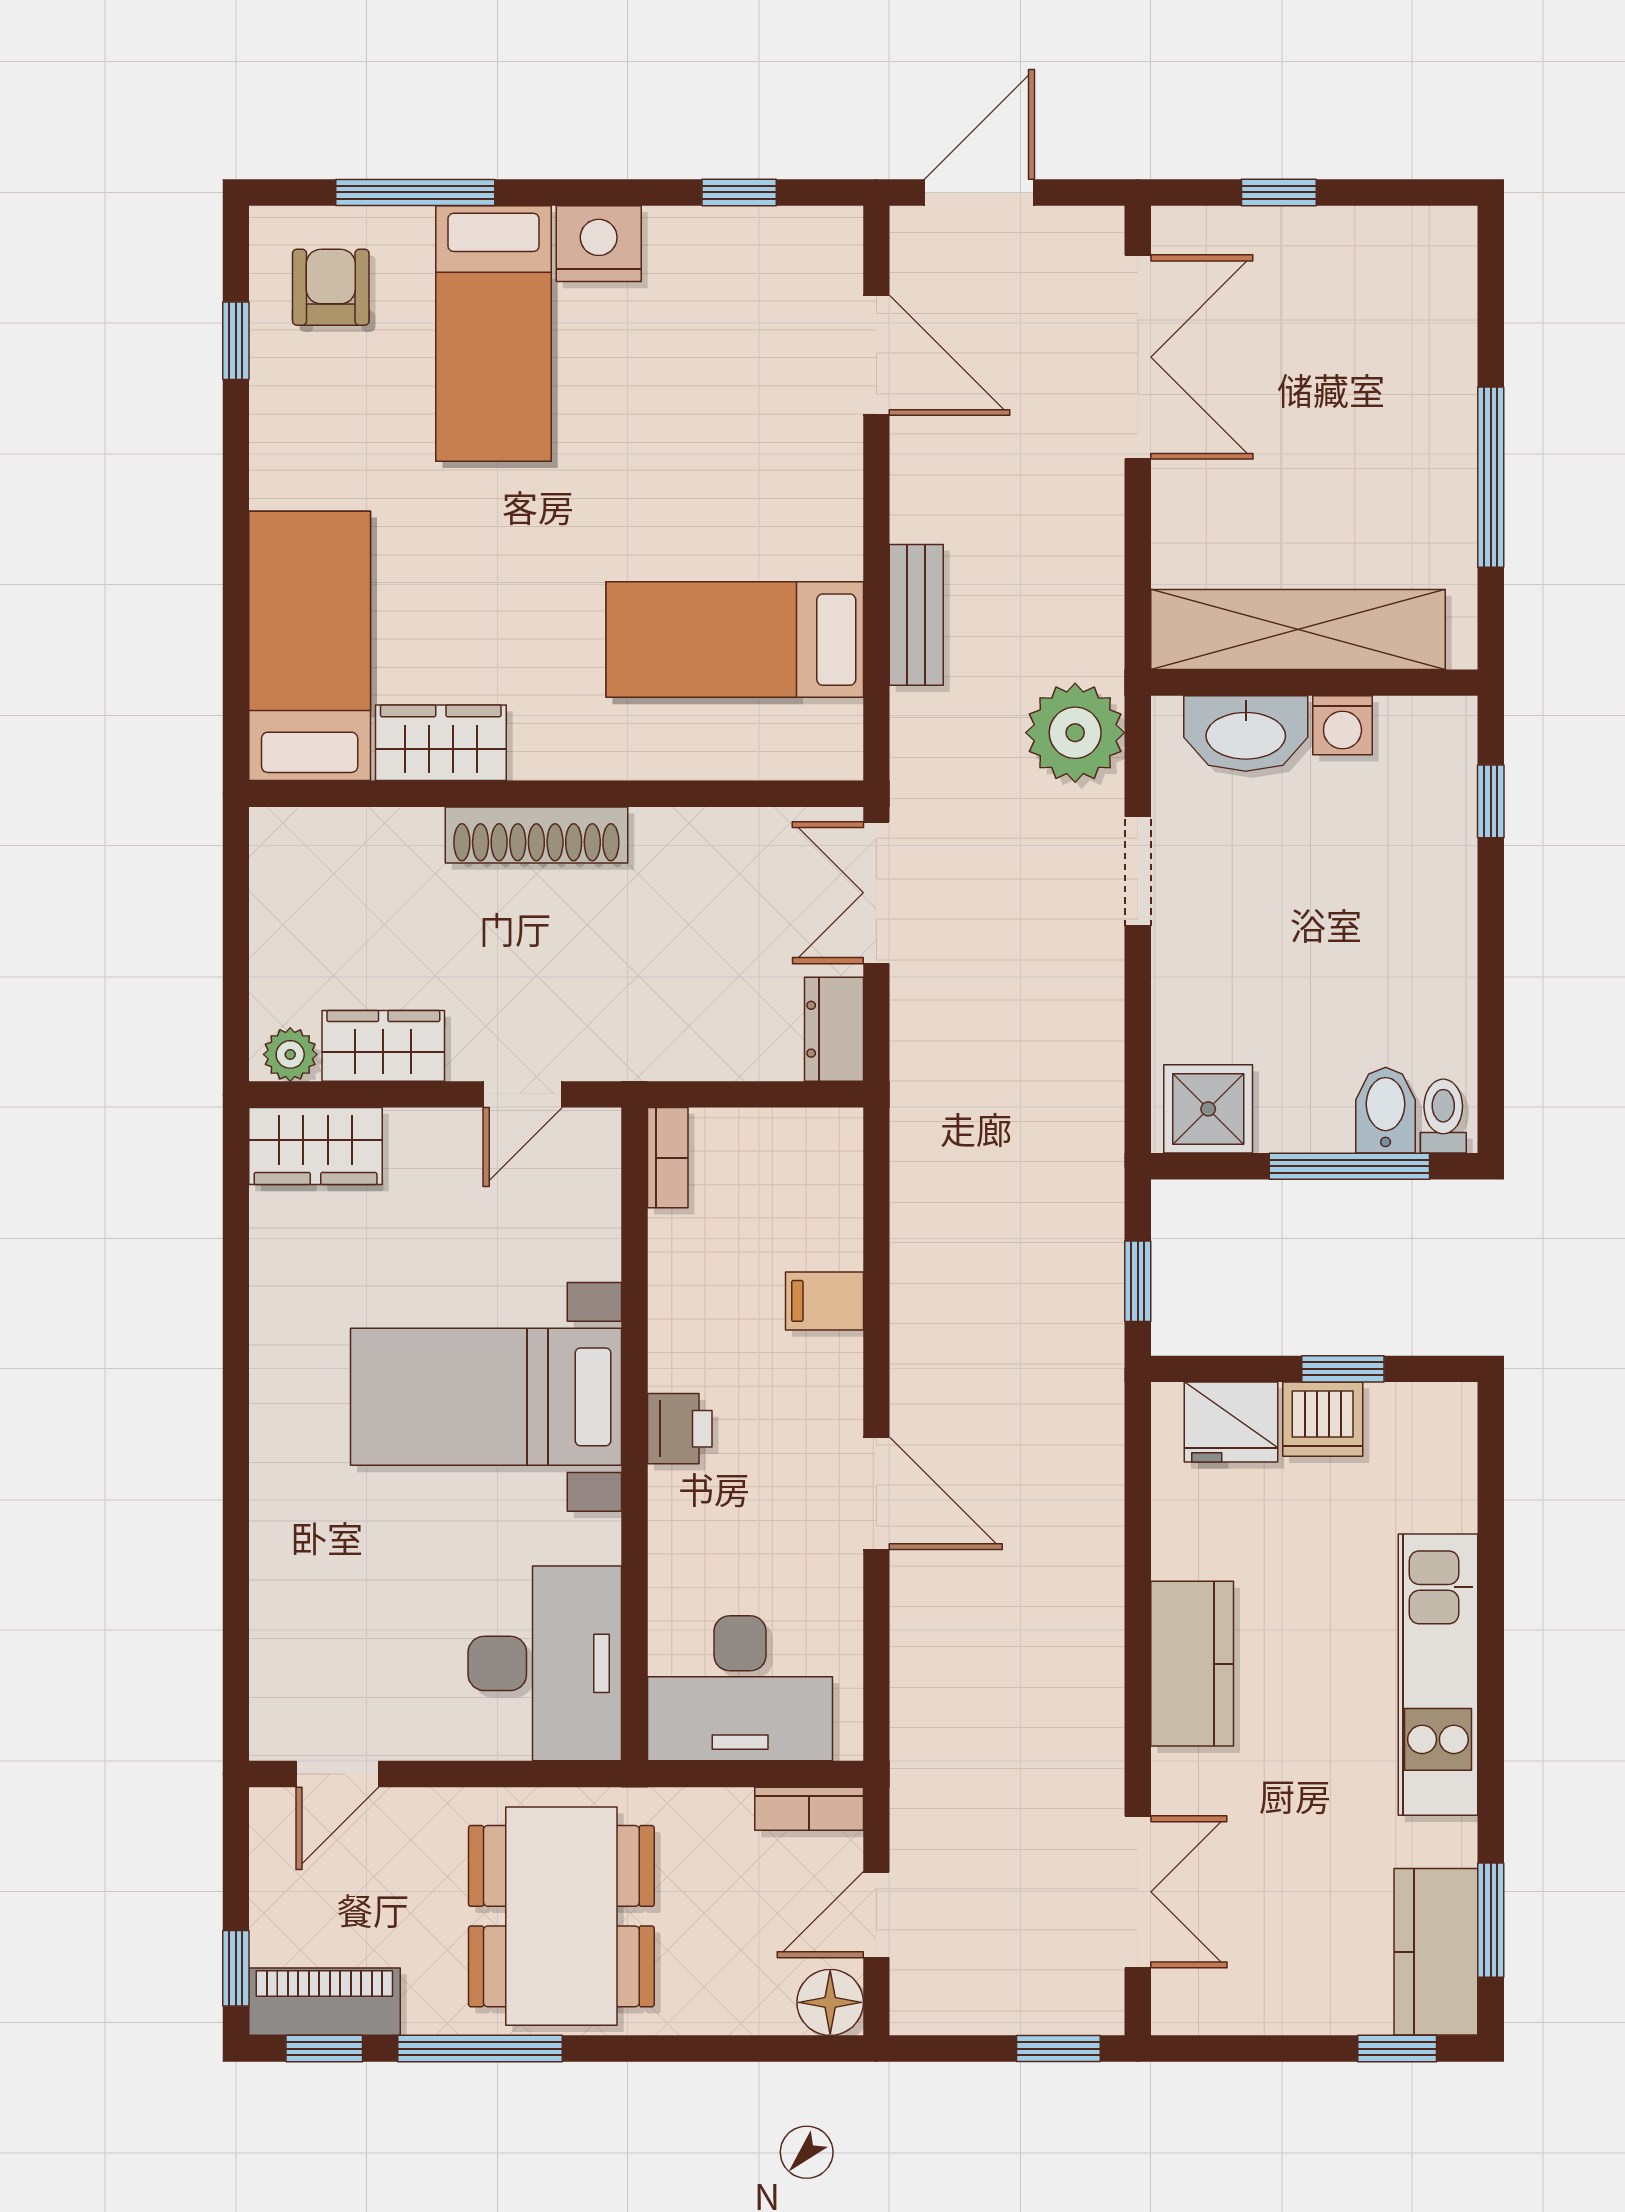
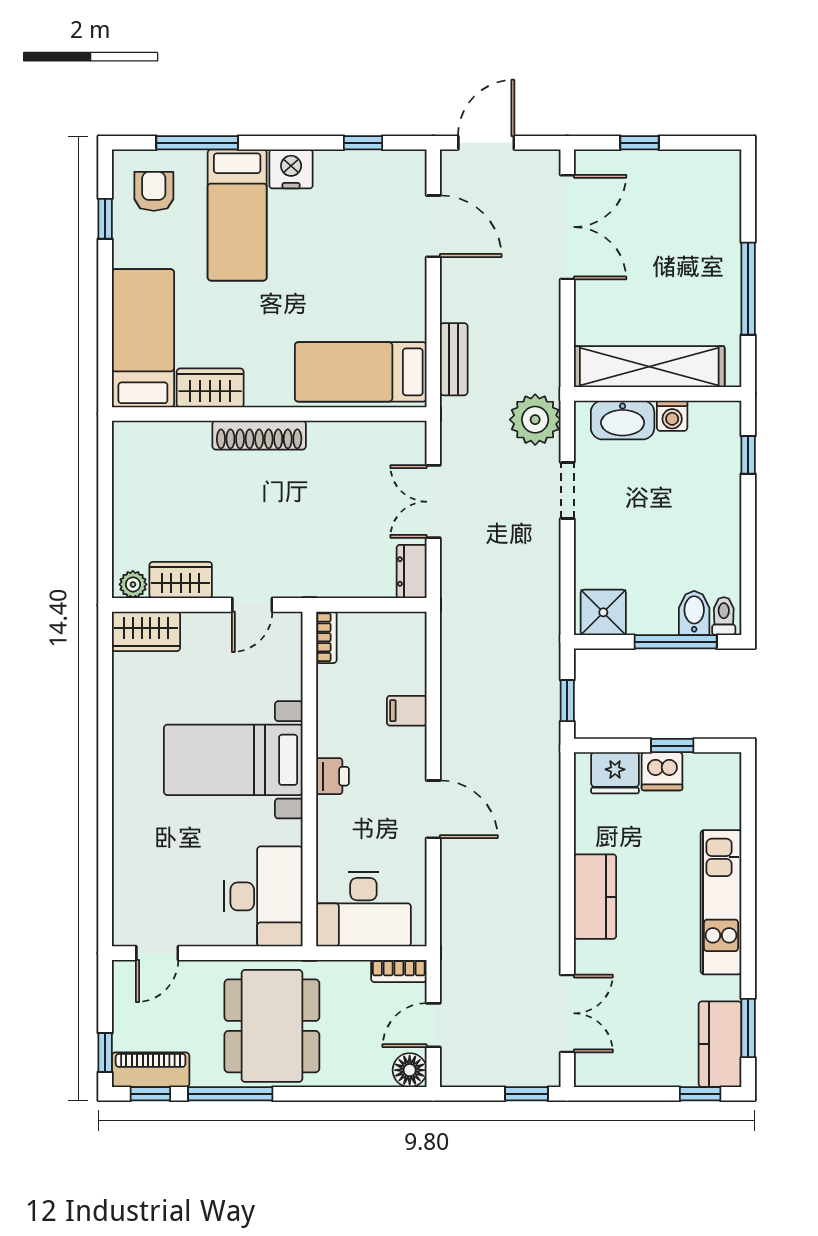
bed: (310, 646) -> (143, 338), moved
wardrobe: (441, 743) -> (210, 388), moved
wall: (556, 794) -> (269, 414), moved
shoe rack: (536, 835) -> (259, 435), moved

